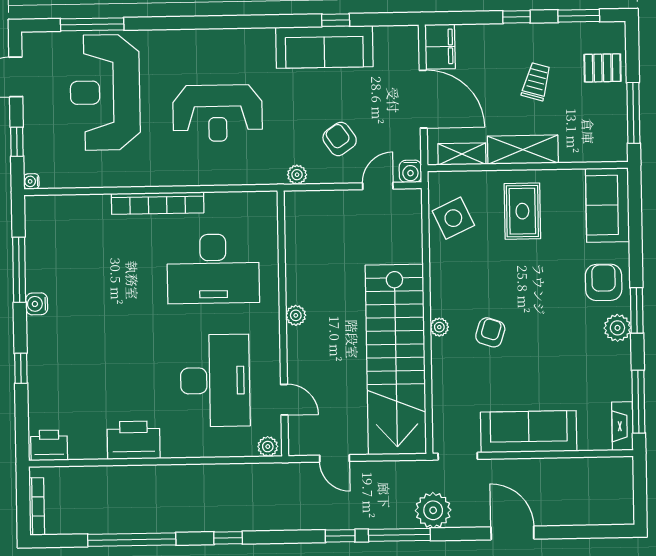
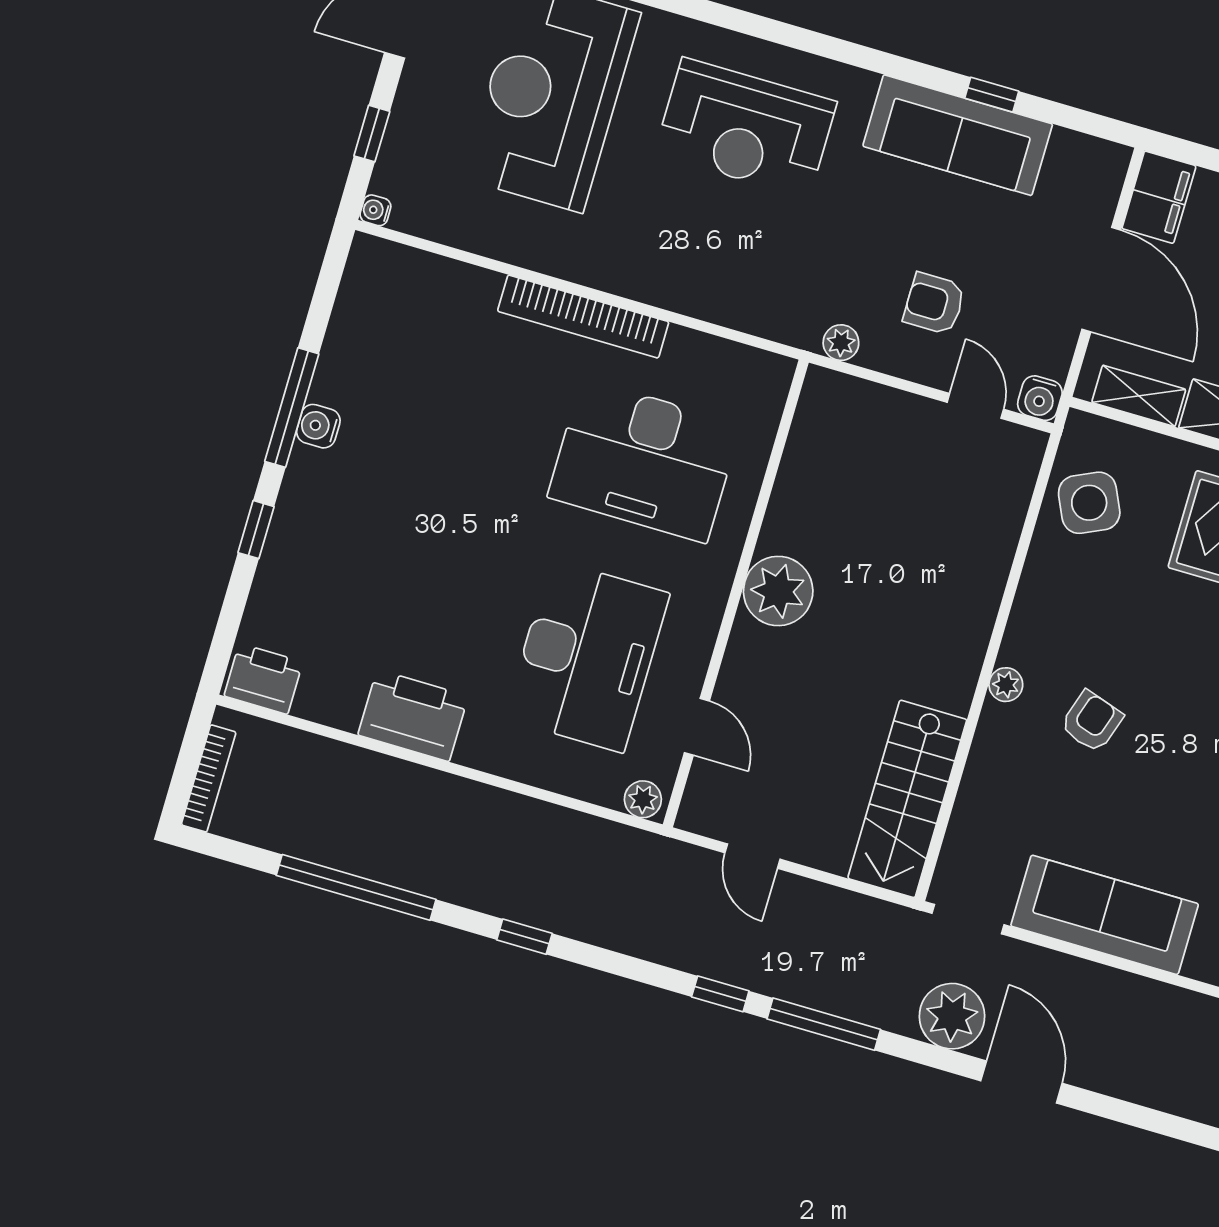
reception desk: (218, 113) -> (746, 128), moved
armchair: (340, 139) -> (934, 304), turned -55
door: (378, 186) -> (975, 406), hinge flipped
window: (19, 270) -> (292, 408), moved
plant: (296, 315) -> (778, 591), width x1.88, depth x1.88
stairs: (396, 359) -> (907, 799), width x0.54, depth x0.66
plant: (433, 510) -> (952, 1016), moved

